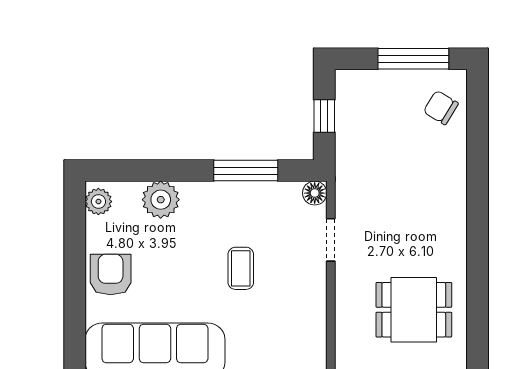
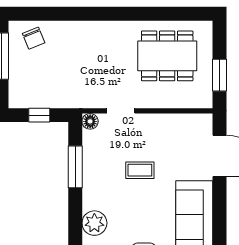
chair: (441, 108) -> (34, 38), turned -53
dining table: (414, 310) -> (167, 56), width x1.38

